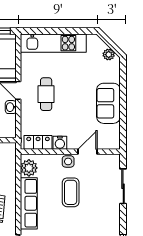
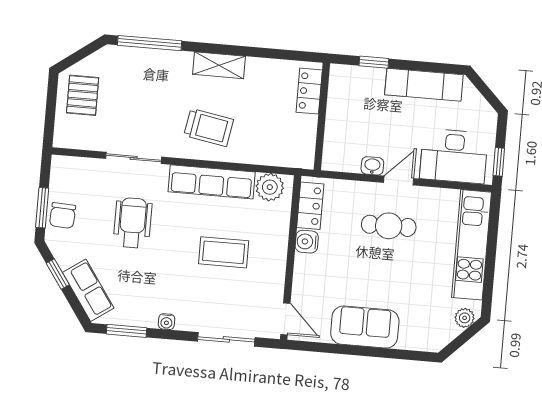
plant: (109, 55) -> (465, 318), moved
door: (88, 152) -> (285, 319), moved
side table: (68, 161) -> (275, 253), removed
water cooler: (115, 223) -> (167, 322), added

